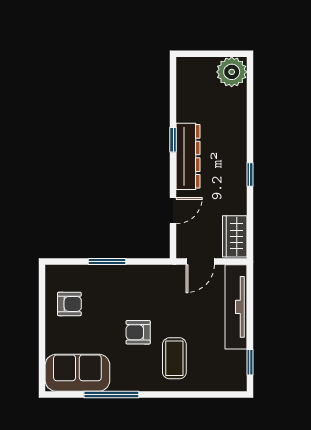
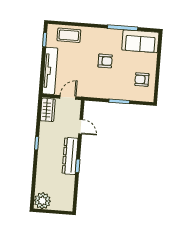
door: (173, 211) -> (81, 127), swing flipped
coffee table: (174, 358) -> (69, 35), moved, turned 90

